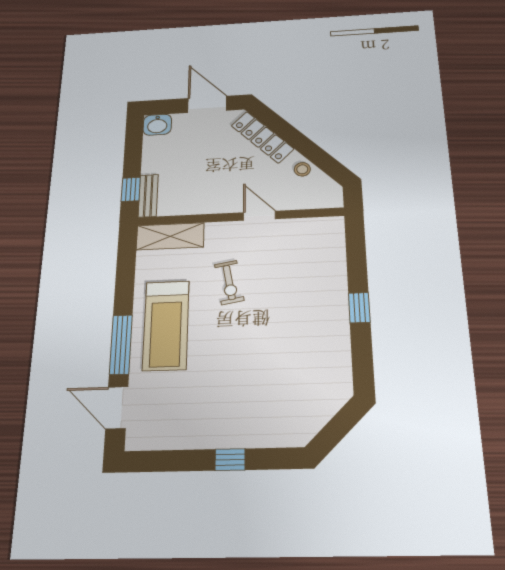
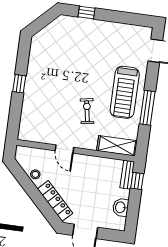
washbasin: (157, 125) -> (121, 207), moved, turned -90
treadmill: (166, 325) -> (125, 92), turned 180
window: (121, 345) -> (147, 108), moved
window: (230, 460) -> (86, 12), moved

